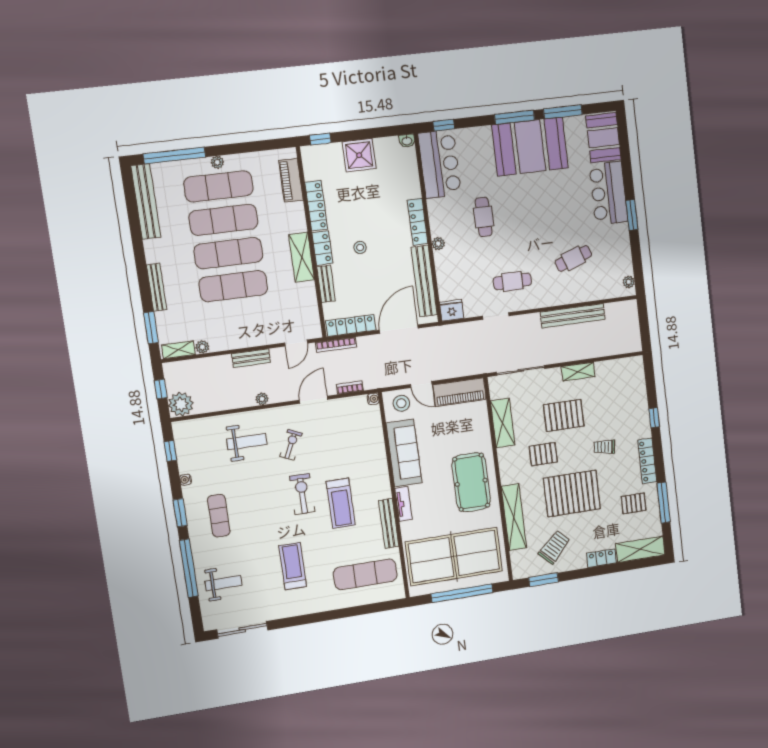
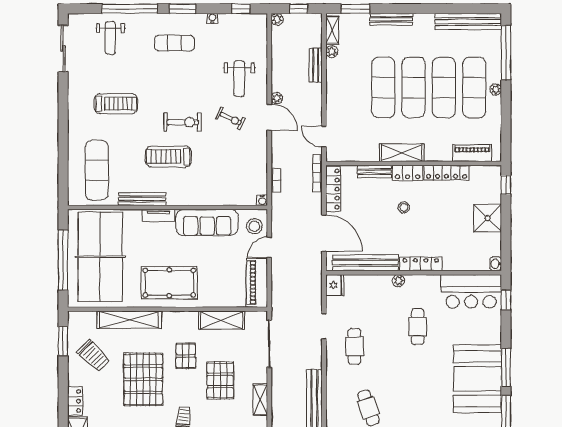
cafe table: (484, 217) -> (418, 327), turned 90
bench: (251, 358) -> (316, 65), moved
door: (314, 400) -> (269, 117), moved
plant: (181, 404) -> (277, 19), width x0.53, depth x0.53

